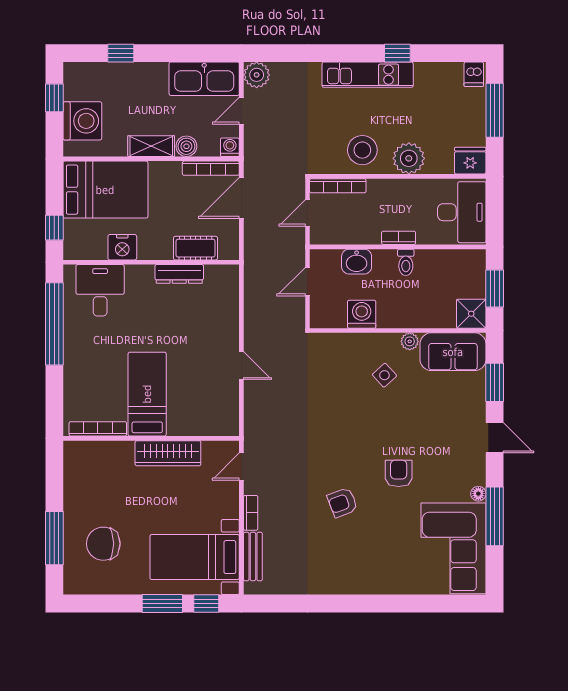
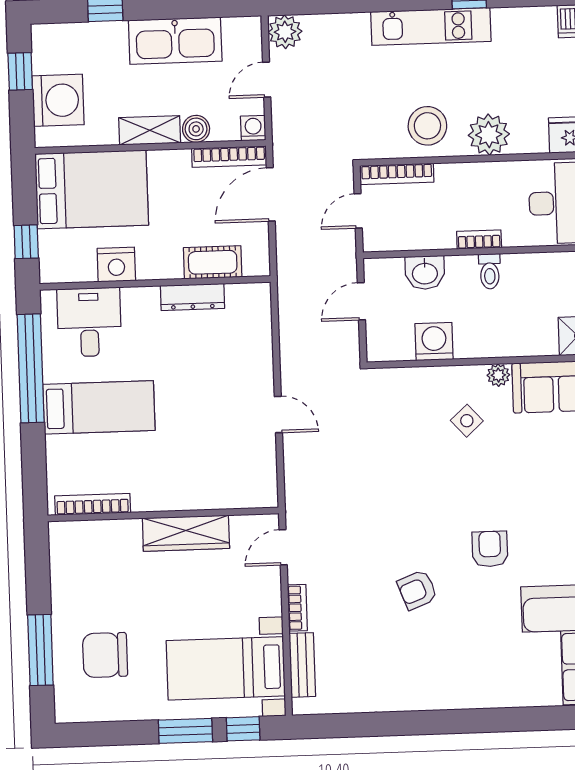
kitchen sink: (204, 79) -> (175, 41), moved
bed: (147, 394) -> (99, 407), moved, turned 90

